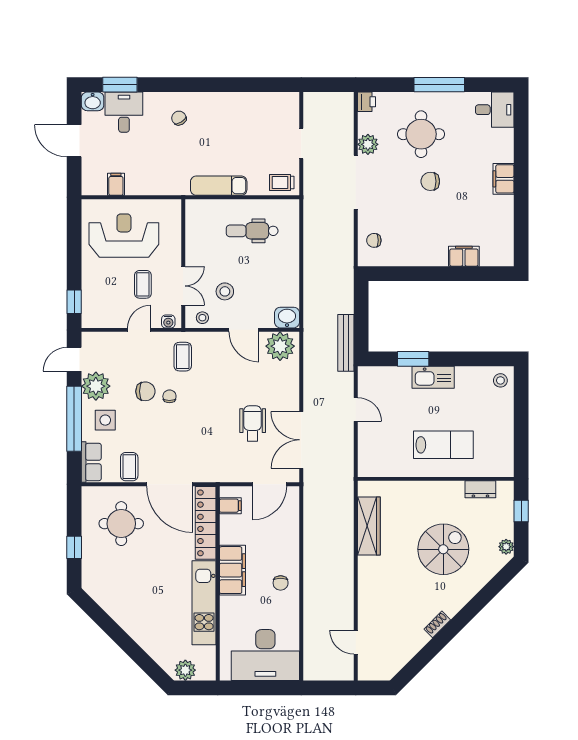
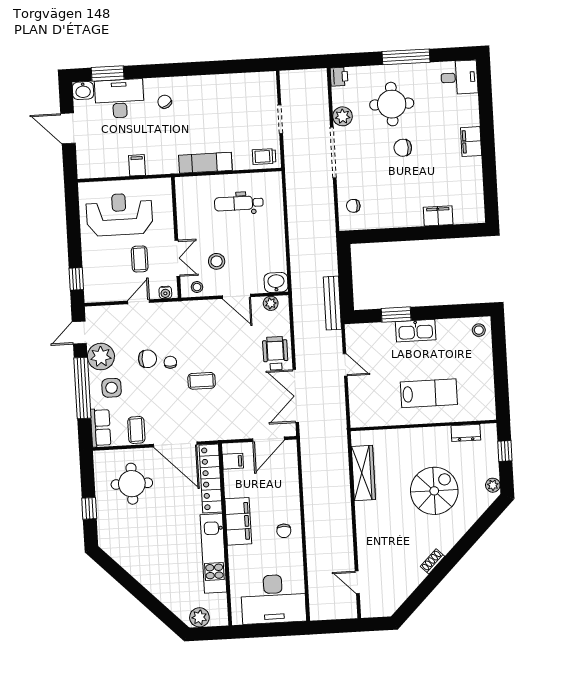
desk: (124, 112) -> (119, 99), width x1.37
filing cabinet: (116, 184) -> (137, 165), moved
plant: (280, 346) -> (271, 303), width x0.53, depth x0.53
coffee table: (183, 357) -> (202, 381), moved, turned 90
wheelchair: (253, 423) -> (275, 353), moved

